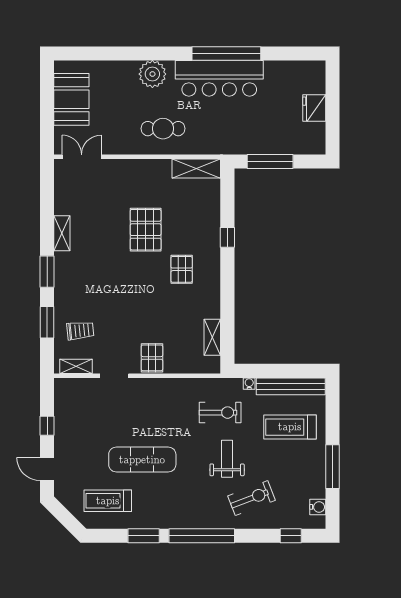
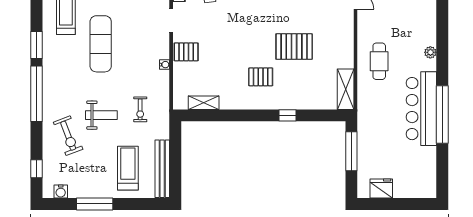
plant: (152, 74) -> (430, 52), width x0.53, depth x0.53
fridge: (314, 108) -> (381, 189), moved
water cooler: (249, 384) -> (165, 65), moved
exercise bike: (220, 413) -> (140, 109), width x0.73, depth x0.72

